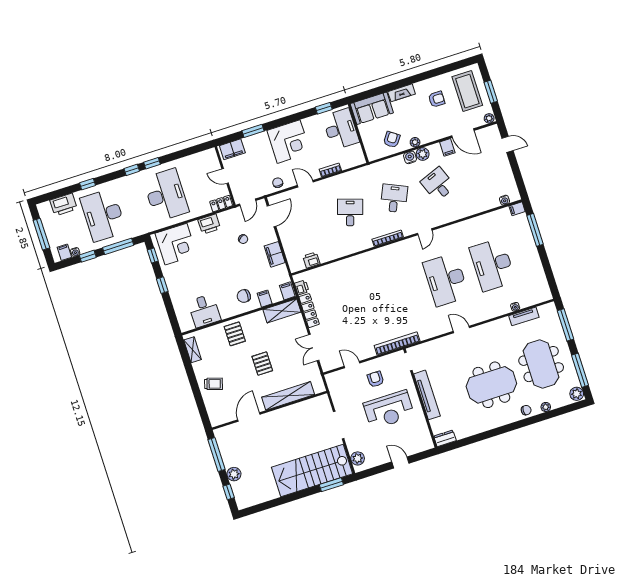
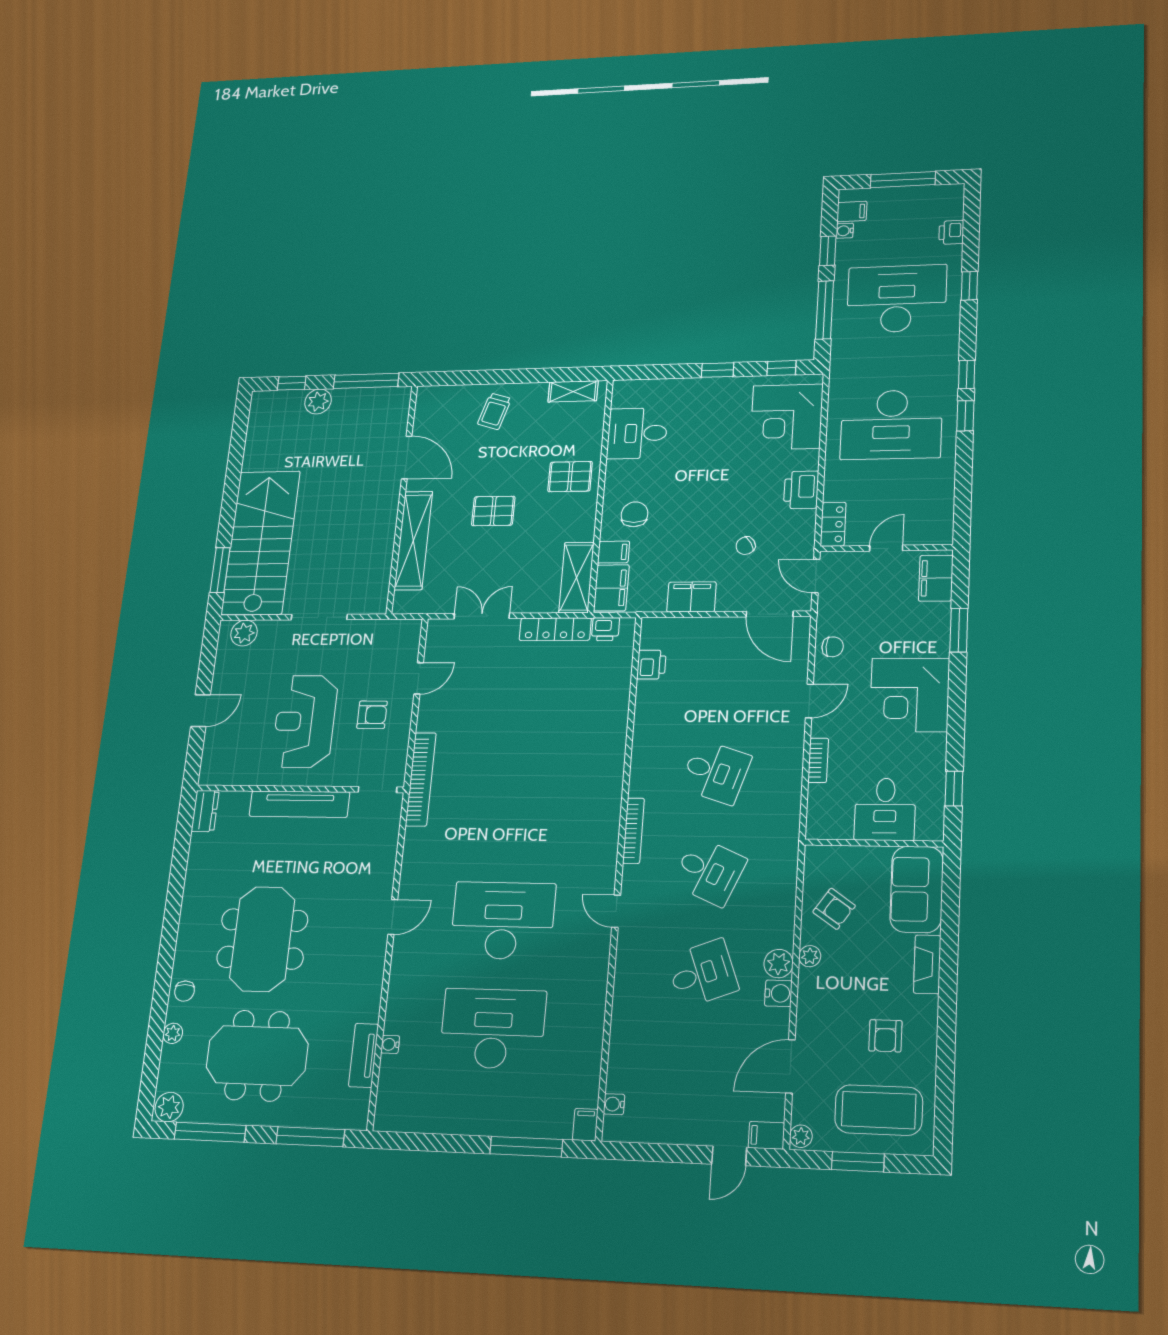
desk: (341, 129) -> (885, 809), width x0.73
filing cabinet: (447, 147) -> (766, 1135), moved
water cooler: (410, 157) -> (778, 993), moved
printer: (64, 205) -> (951, 232), width x0.53, depth x0.68
filing cabinet: (287, 291) -> (611, 588), width x2.00

